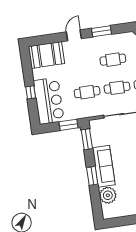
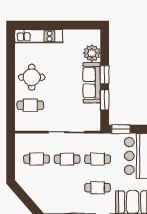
cafe table: (113, 60) -> (98, 188), moved
window: (87, 139) -> (105, 100), moved

